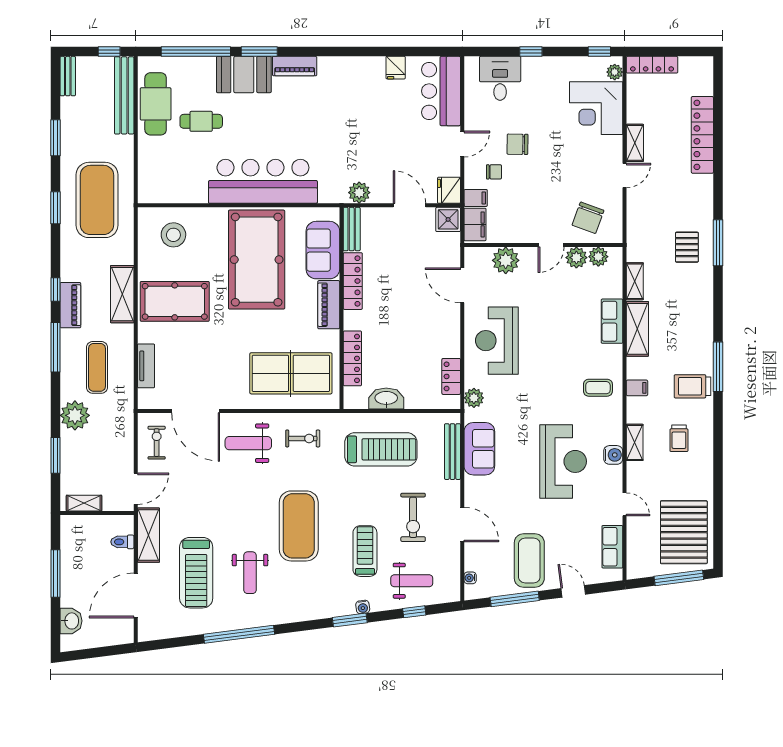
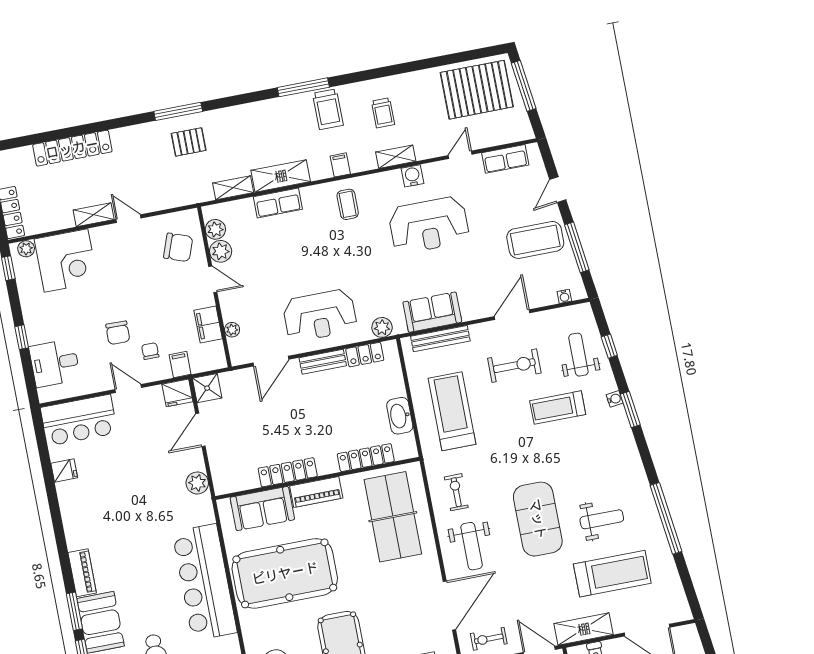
filing cabinet: (475, 224) -> (208, 325), moved, turned -90
bench: (352, 229) -> (323, 362), moved
plant: (506, 260) -> (232, 330), width x0.53, depth x0.53
trolley: (679, 438) -> (383, 113), turned 90
reception desk: (563, 461) -> (429, 225), turned 180
exercise mat: (299, 526) -> (538, 519), moved, turned 90

